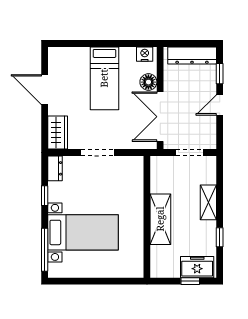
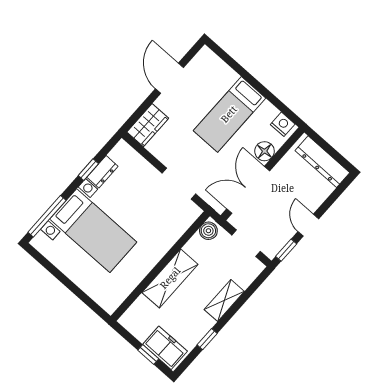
window: (220, 74) -> (286, 250), moved
door: (220, 105) -> (308, 225), hinge flipped
doorway: (98, 152) -> (179, 184), moved
boiler: (158, 166) -> (208, 231), added
dresser: (55, 168) -> (102, 172), moved

